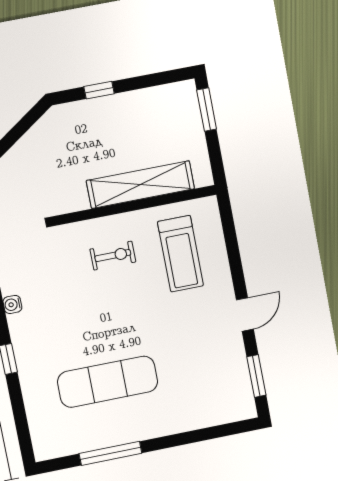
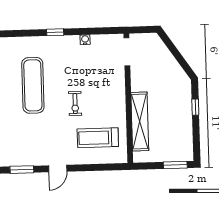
exercise bike: (113, 256) -> (75, 104), moved
door: (245, 314) -> (58, 169), hinge flipped

